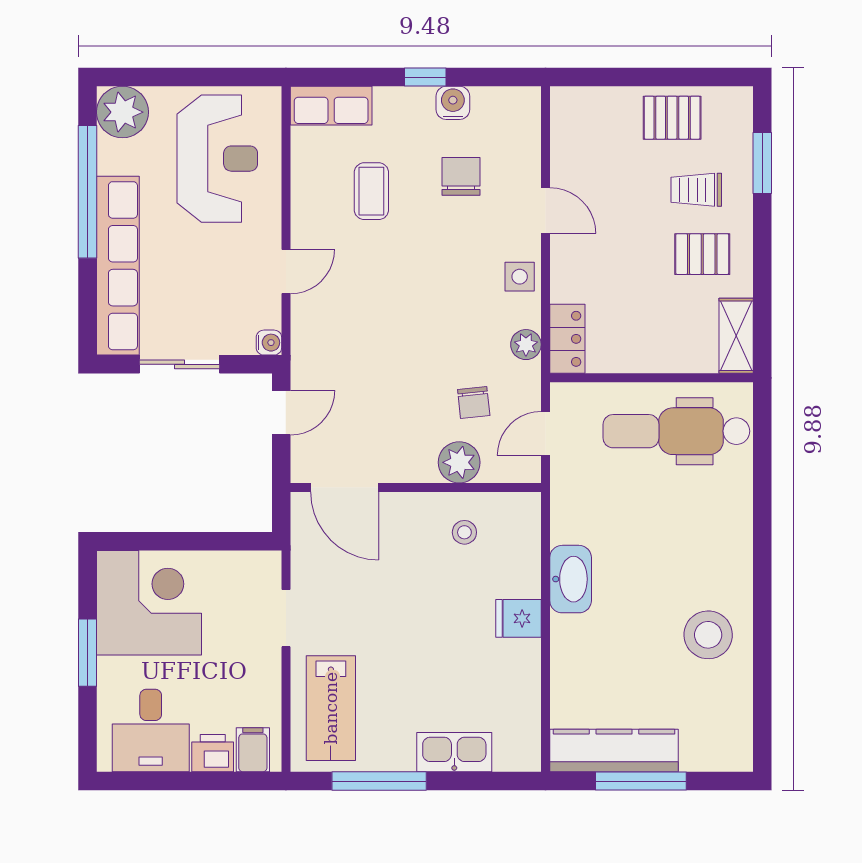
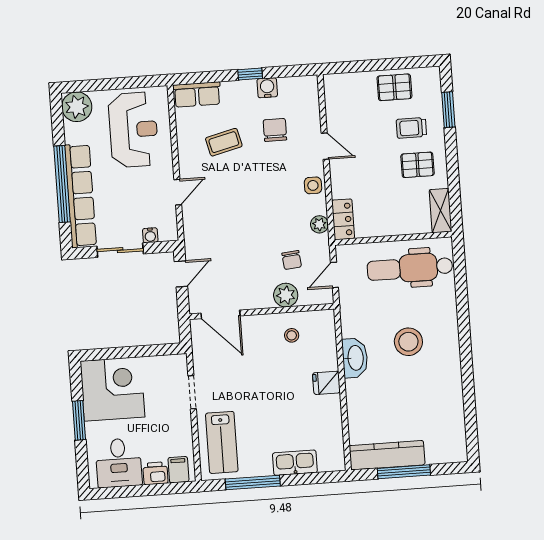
coffee table: (371, 191) -> (224, 142), turned 76
window: (87, 192) -> (62, 184), moved
water cooler: (269, 343) -> (150, 235), moved, turned 90
stool: (708, 635) -> (408, 342), moved

